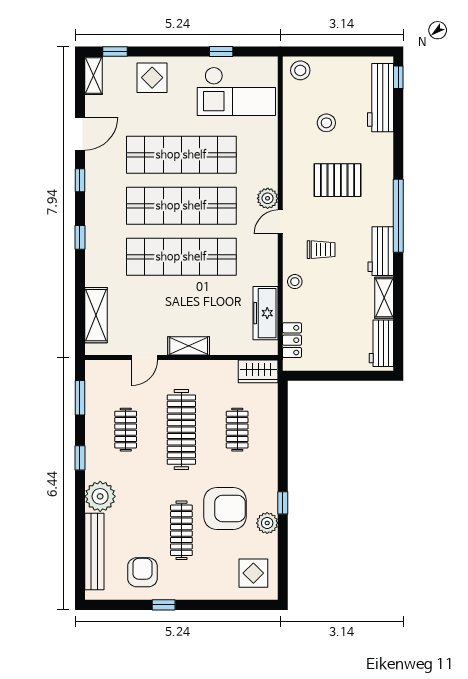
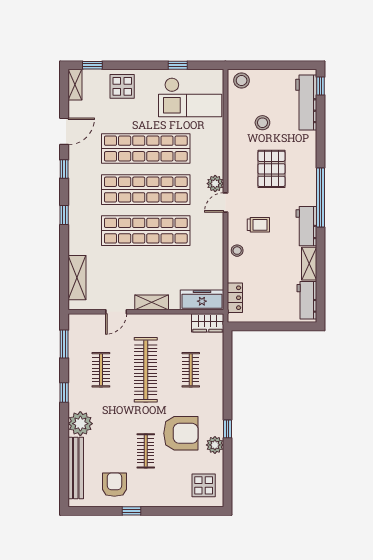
pallet: (337, 180) -> (271, 169), turned 90
freezer: (265, 313) -> (202, 300), moved, turned 90
clothes rail: (181, 530) -> (146, 451), width x0.73

